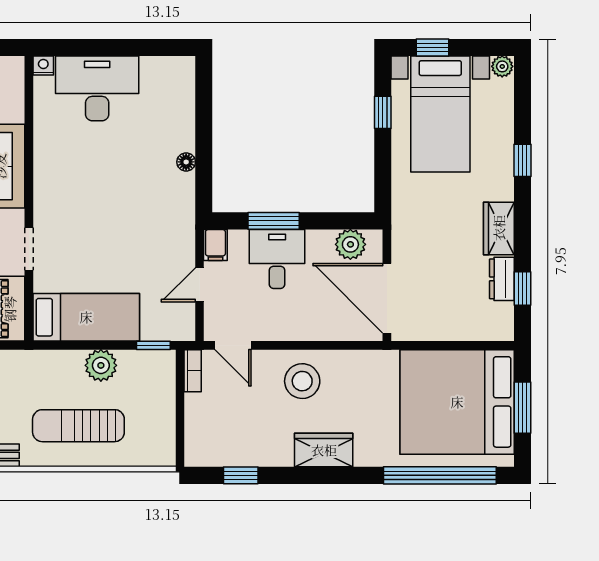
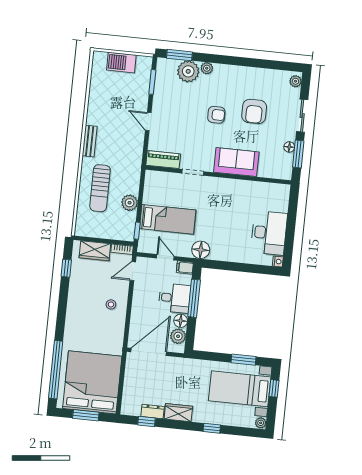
nightstand: (43, 65) -> (278, 261), moved
desk: (97, 88) -> (269, 233), moved
window: (383, 112) -> (244, 360), width x1.50
floor lamp: (186, 162) -> (201, 250), moved, width x1.89, depth x1.89
window: (274, 221) -> (194, 298), width x1.44
floor lamp: (320, 242) -> (181, 321), added
bed: (86, 317) -> (168, 219), moved, turned -90
stool: (302, 381) -> (111, 304), width x0.53, depth x0.53
sun lounger: (78, 426) -> (100, 188), turned 180
wardrobe: (324, 450) -> (95, 251), moved, turned 90

